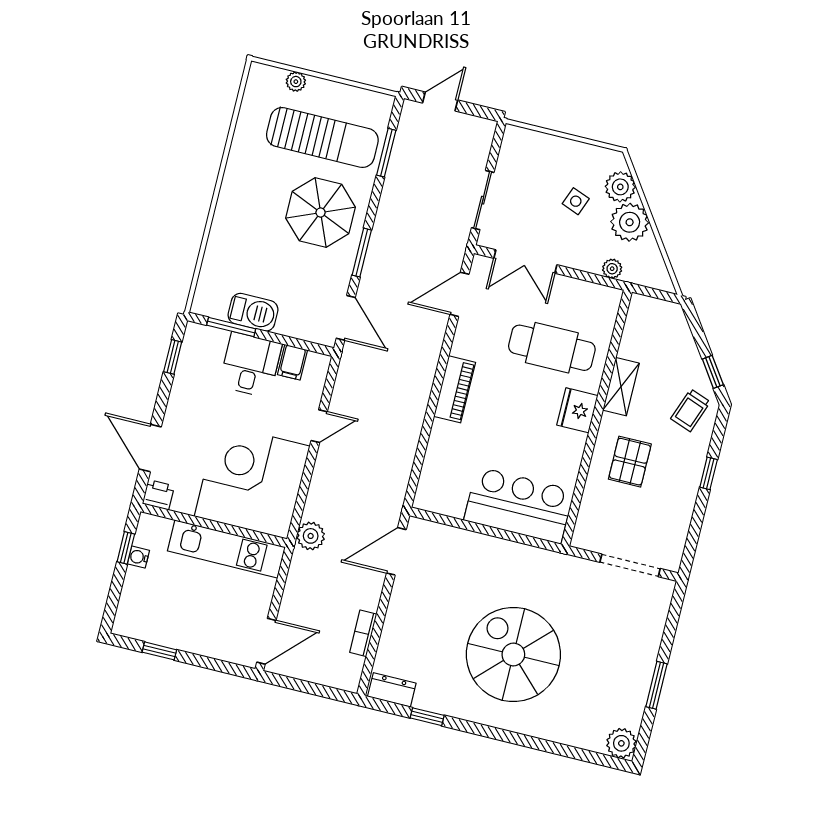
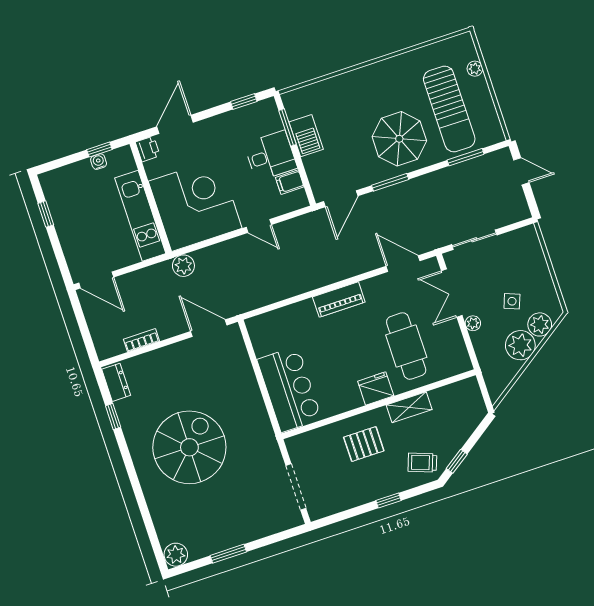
plant: (612, 269) -> (473, 323), moved

